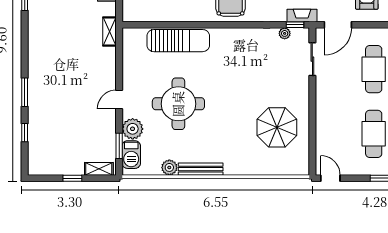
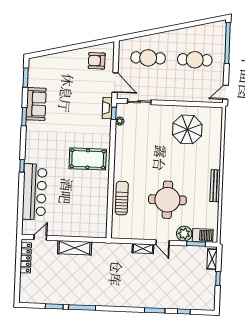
shelving: (110, 31) -> (143, 249), moved
sun lounger: (178, 41) -> (122, 198), width x0.73, depth x0.75
plant: (169, 167) -> (213, 208), removed

